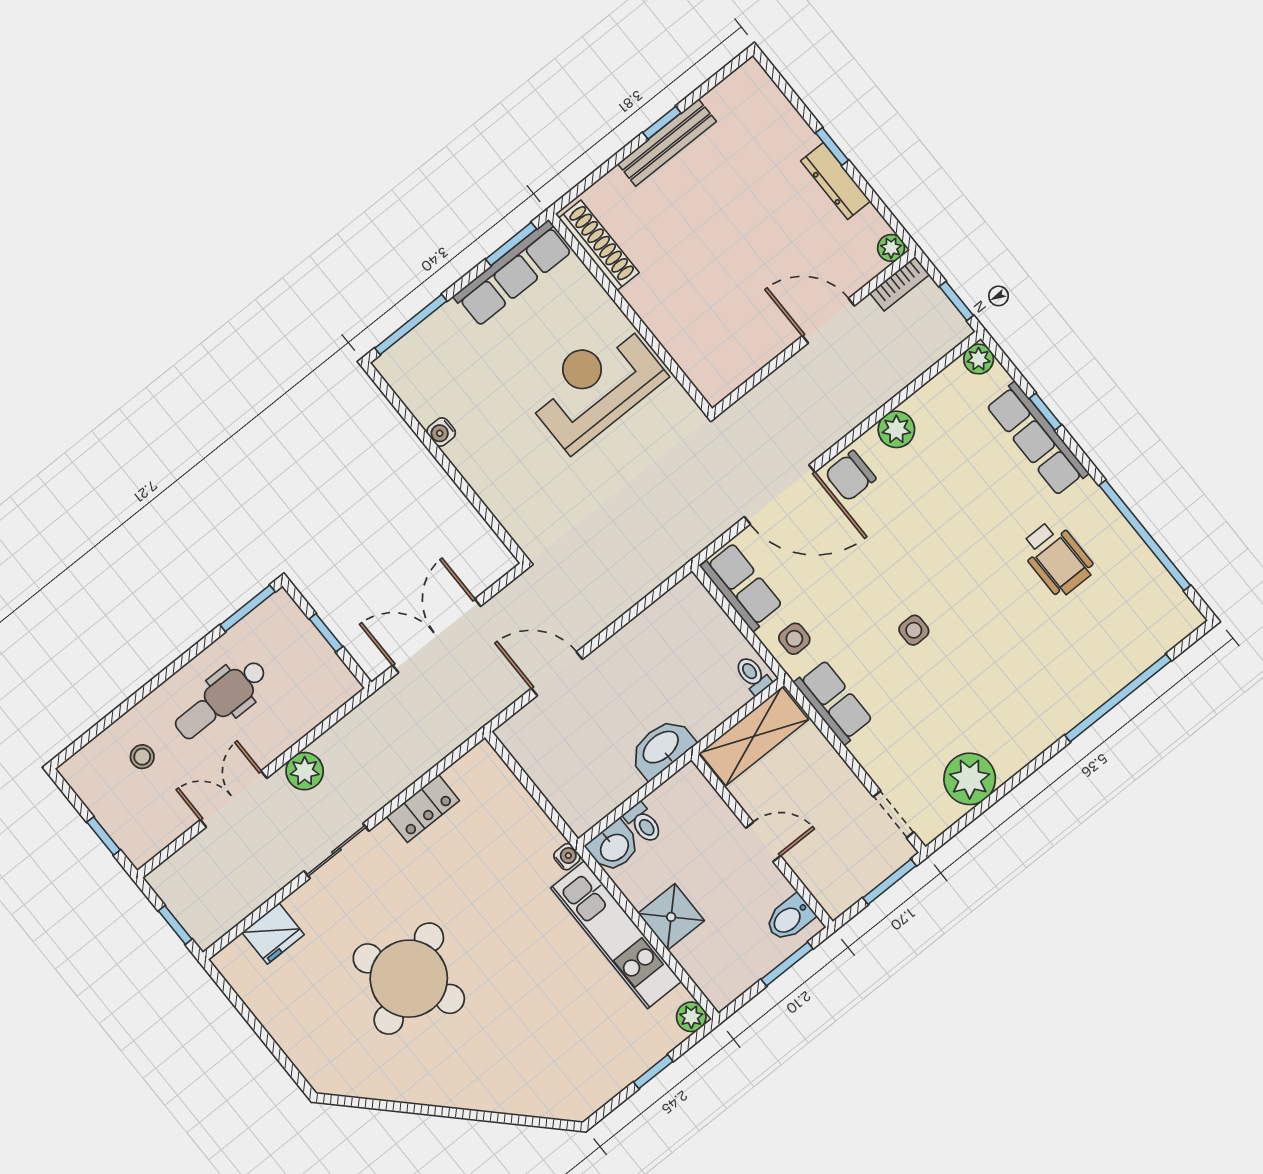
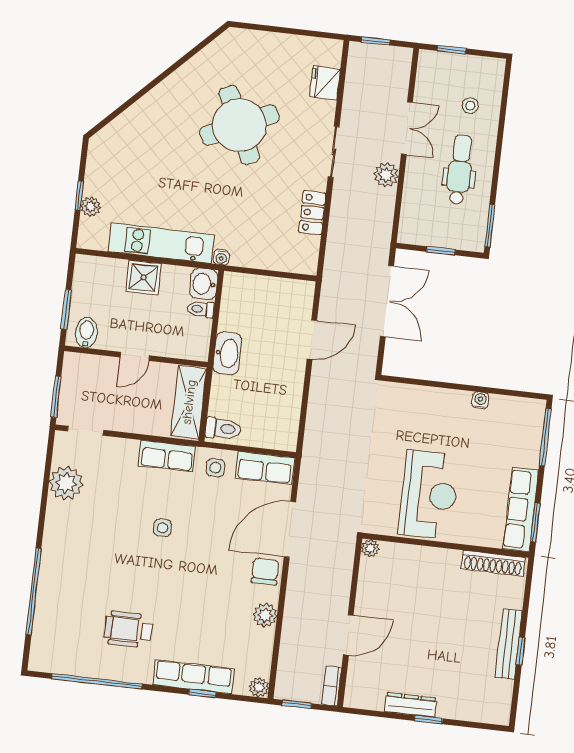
plant: (891, 248) -> (370, 548), moved
toilet: (753, 675) -> (223, 429), width x1.37, depth x1.39
plant: (691, 1017) -> (91, 207), moved

